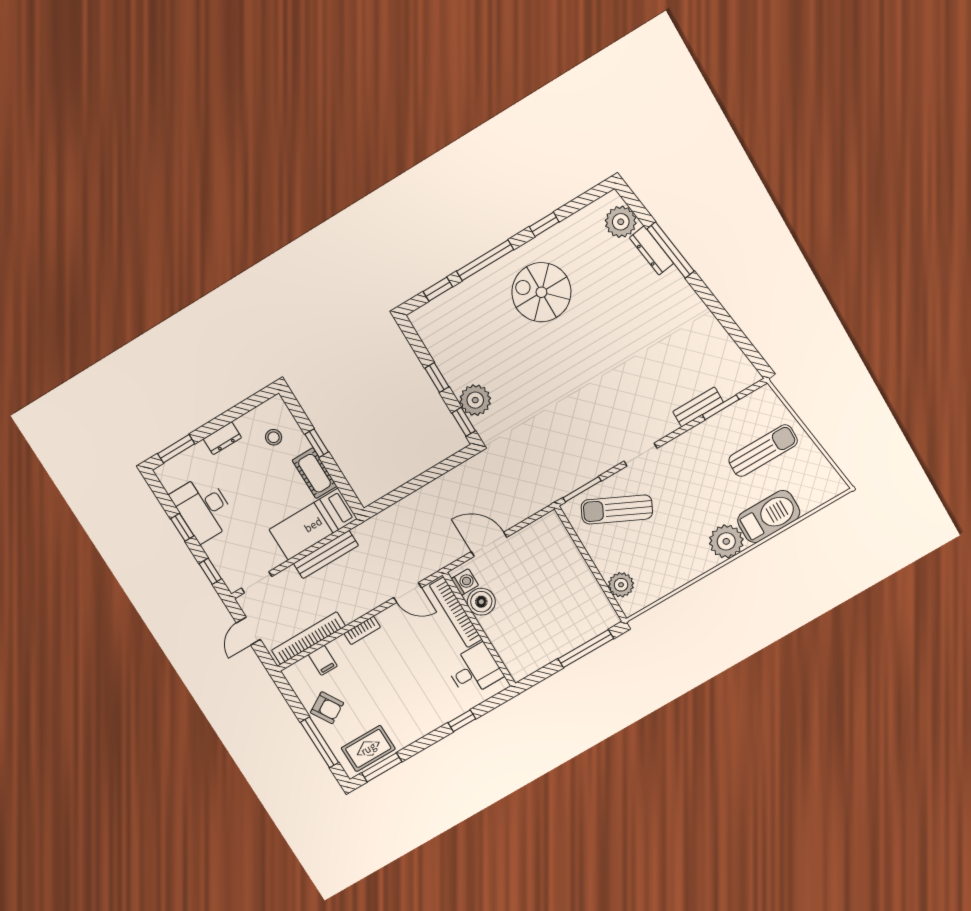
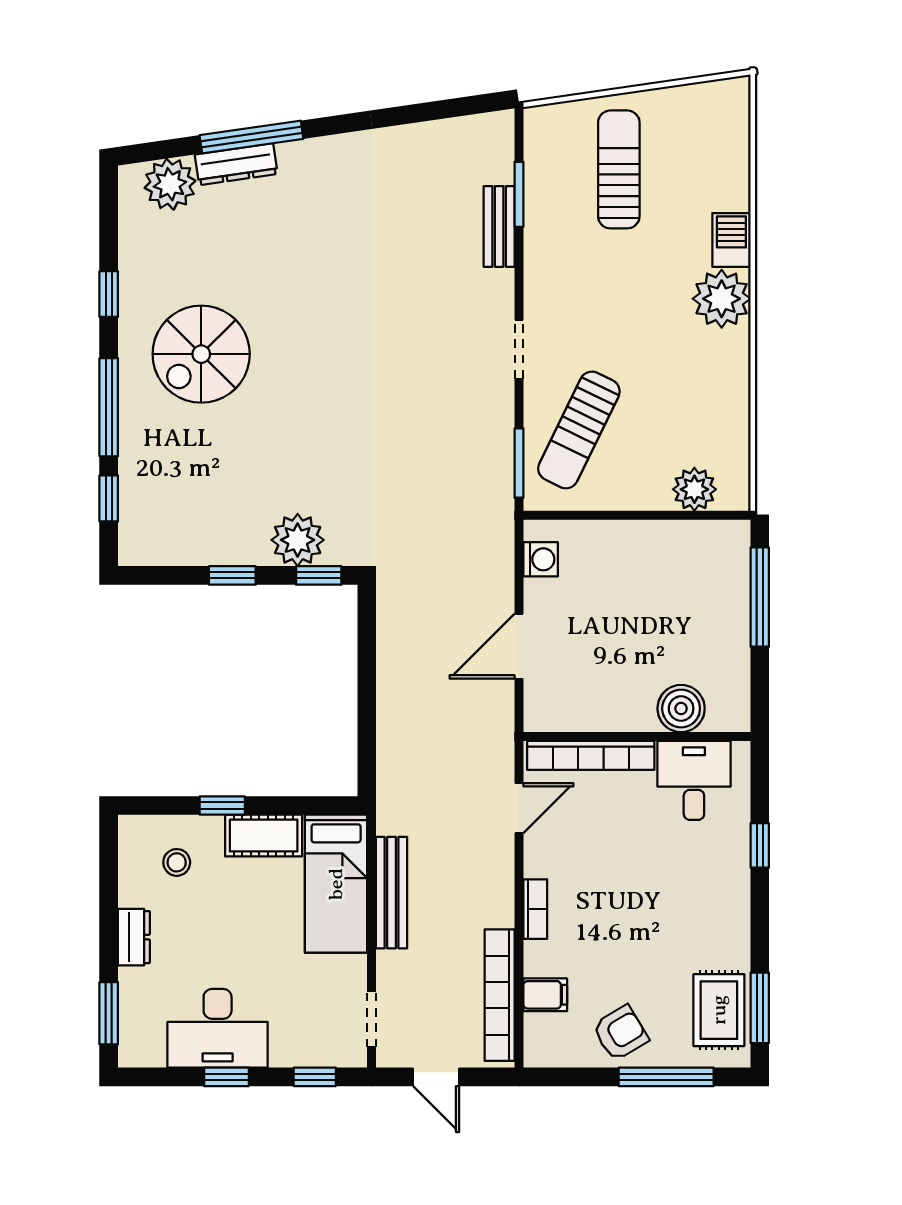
barbecue: (769, 517) -> (731, 240), width x0.53, depth x0.65
washing machine: (465, 582) -> (541, 559), moved, turned 90
boiler: (481, 602) -> (681, 709), moved

